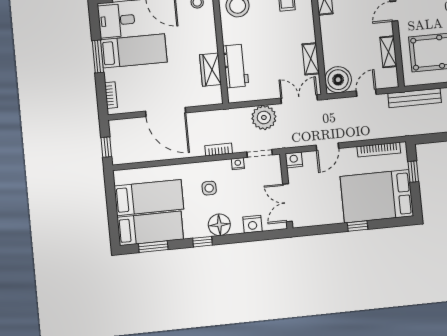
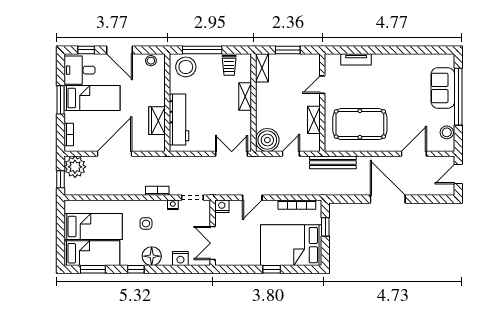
shelving: (311, 59) -> (245, 96), moved
workbench: (236, 66) -> (179, 119), width x1.38
door: (166, 112) -> (114, 154), swing flipped
plant: (264, 117) -> (75, 167), moved

